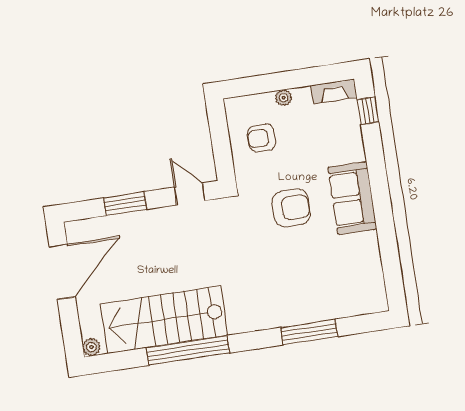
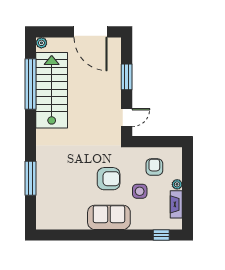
fireplace: (334, 91) -> (176, 204), moved
side table: (303, 155) -> (140, 191), added
armchair: (291, 208) -> (109, 179), turned -90
window: (188, 350) -> (30, 84), moved

